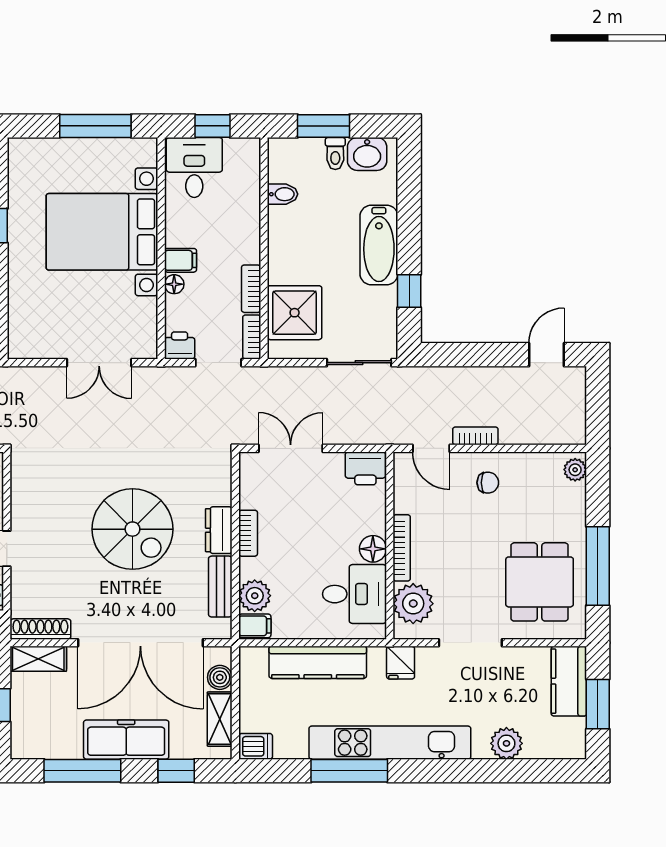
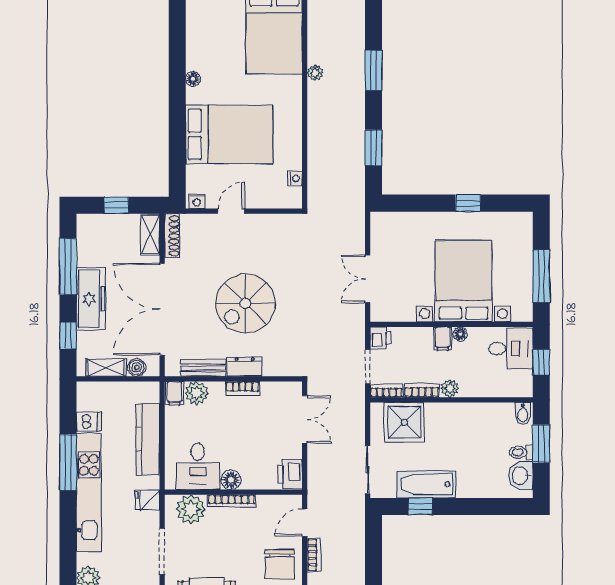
bidet: (283, 194) -> (523, 413), moved
bathtub: (379, 245) -> (426, 484), moved
plant: (248, 251) -> (450, 389), added
floor lamp: (174, 284) -> (460, 334), moved
chair: (488, 483) -> (280, 564), width x1.87, depth x1.87
dishwasher: (256, 746) -> (89, 422), moved, turned -90

